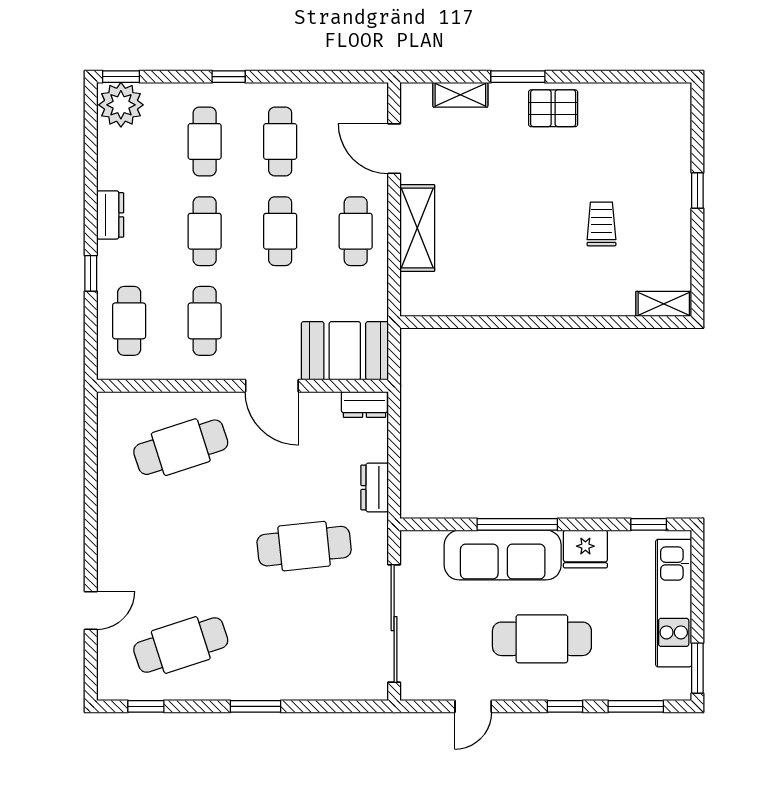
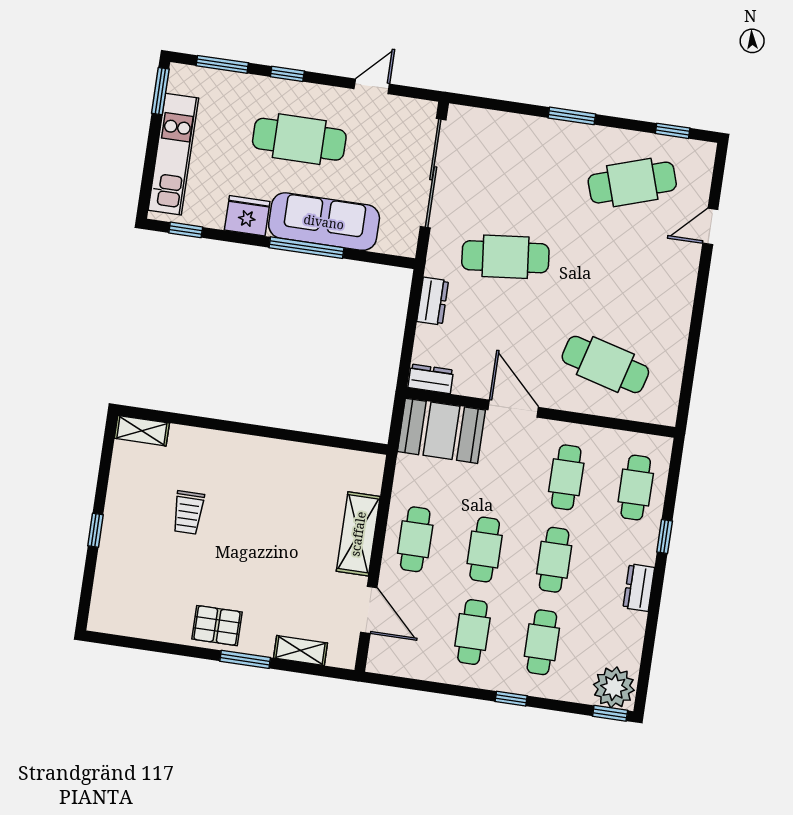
cafe table: (181, 447) -> (605, 364), turned 33

